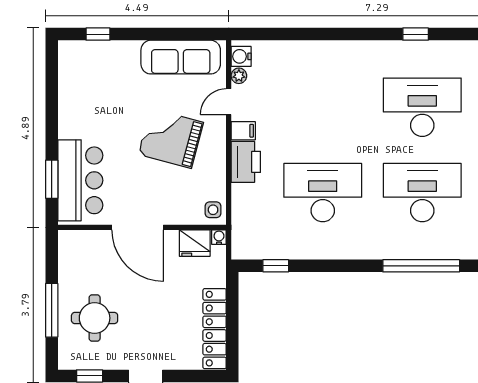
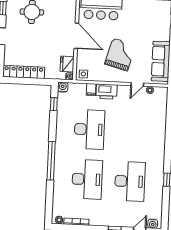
water cooler: (241, 56) -> (63, 87), moved
door: (229, 102) -> (137, 84), swing flipped
filing cabinet: (243, 131) -> (91, 89), moved
door: (138, 227) -> (76, 36), swing flipped
window: (421, 266) -> (51, 161), moved

